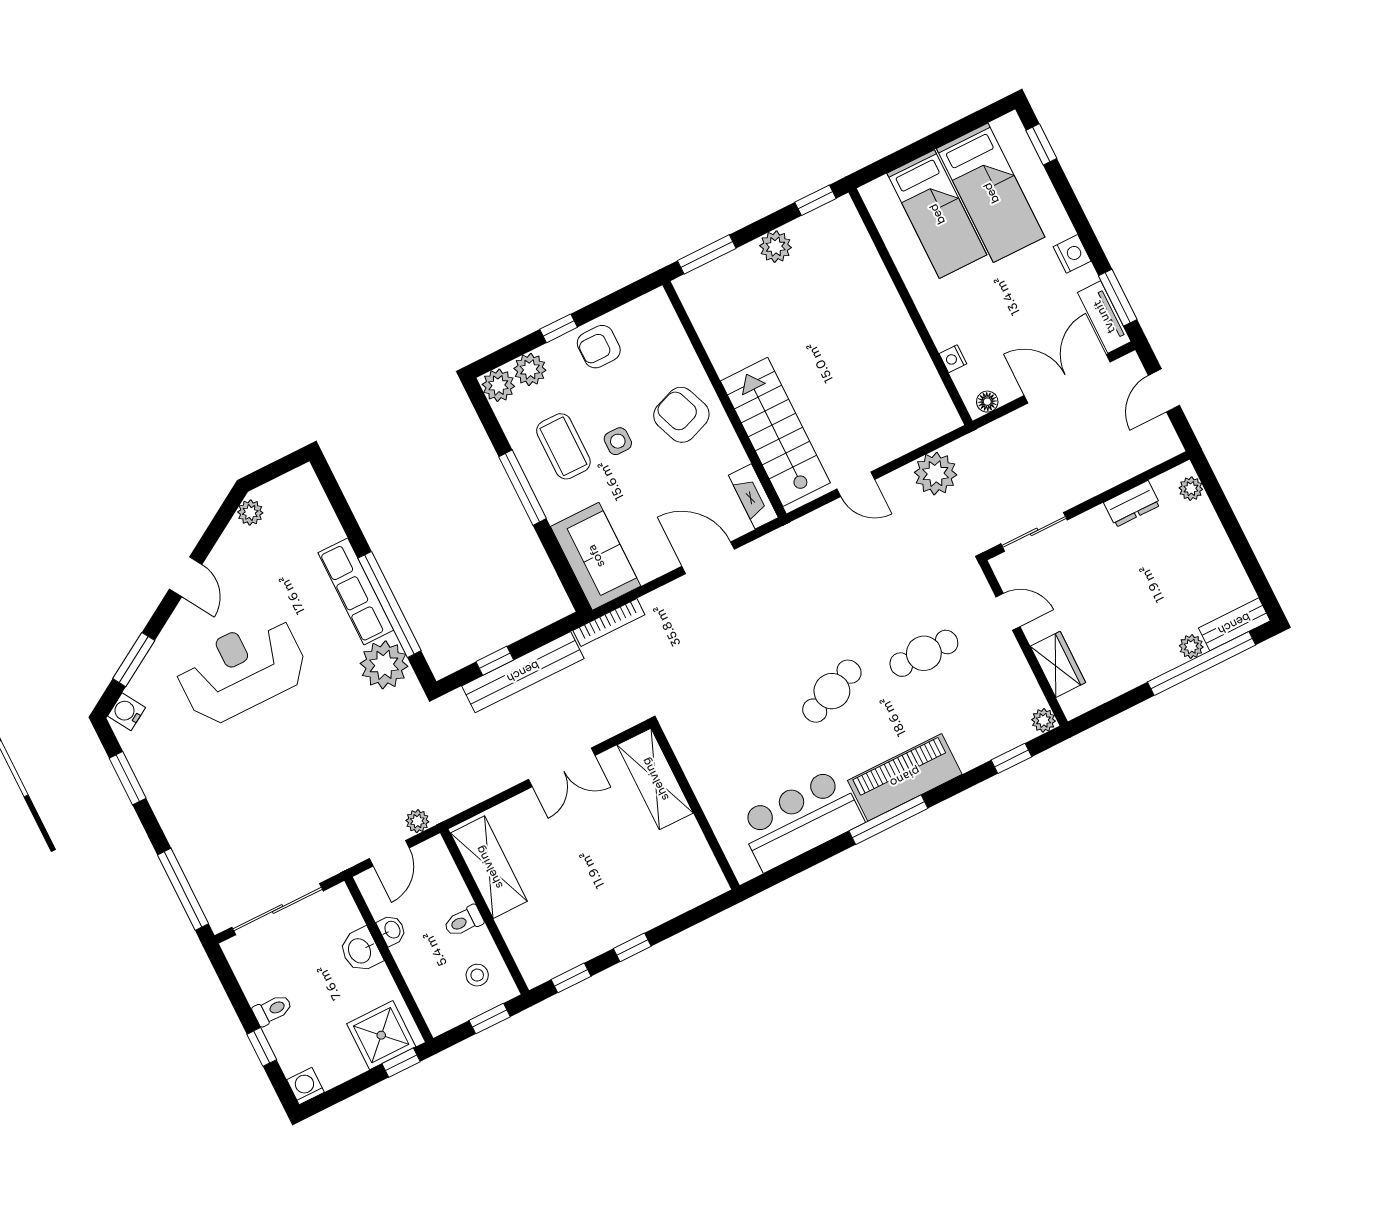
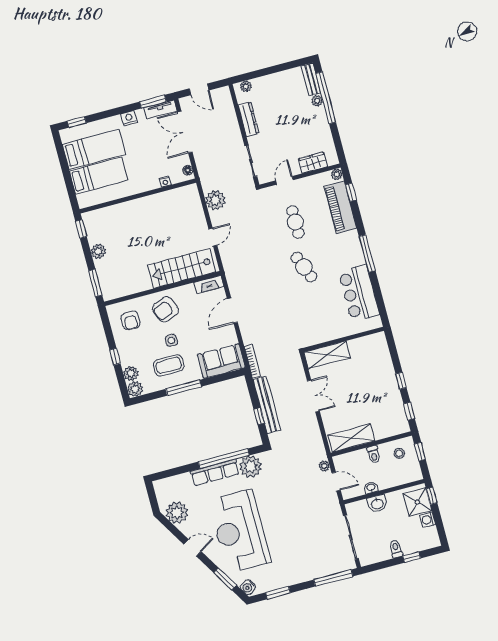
armchair: (599, 347) -> (130, 320), moved
dresser: (1132, 504) -> (249, 119), width x1.44
plant: (250, 512) -> (177, 513), width x1.87, depth x1.87
reception desk: (242, 670) -> (240, 531), width x1.36, depth x1.30
piano: (905, 777) -> (340, 207), moved
washing machine: (305, 1086) -> (428, 520), moved

